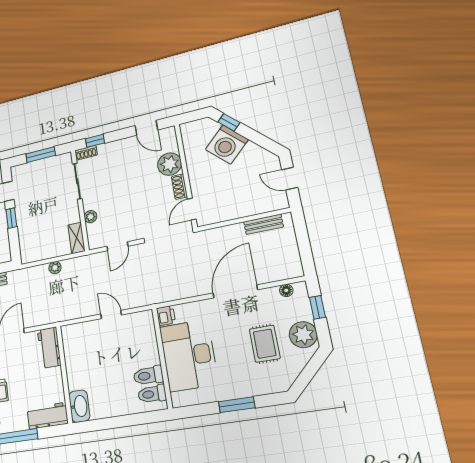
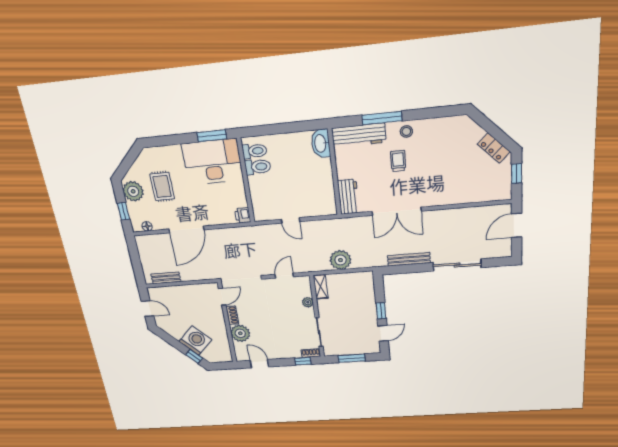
plant: (55, 268) -> (340, 260), width x1.88, depth x1.88
desk: (189, 356) -> (212, 162), moved, turned -90
window: (237, 405) -> (212, 136), moved
workbench: (48, 416) -> (359, 135), width x1.38

